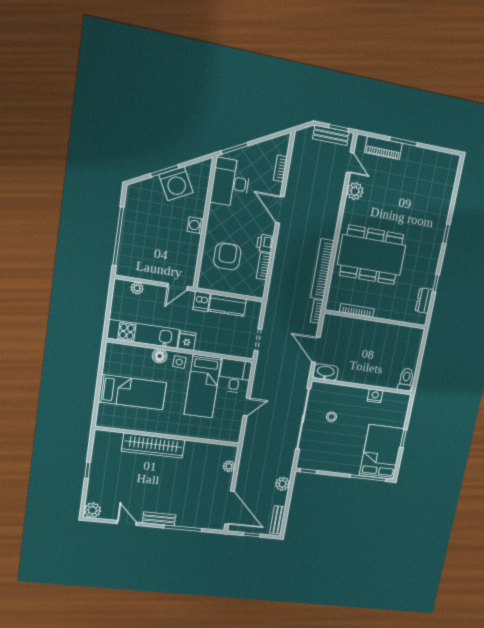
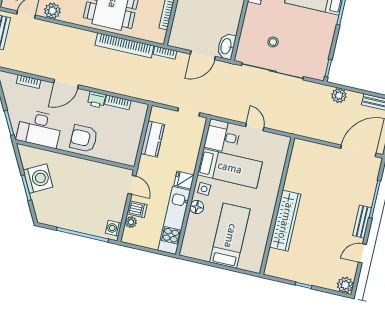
washing machine: (196, 225) -> (114, 228), moved, turned 90
armchair: (227, 256) -> (84, 138), moved
dishwasher: (202, 301) -> (137, 209), moved
plant: (229, 466) -> (314, 149), removed

